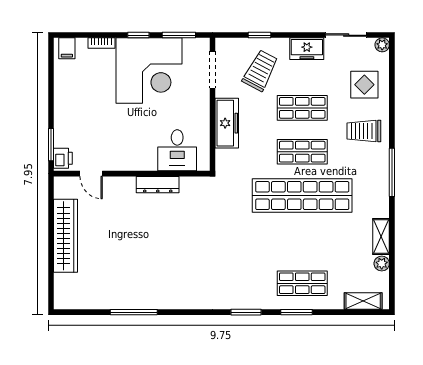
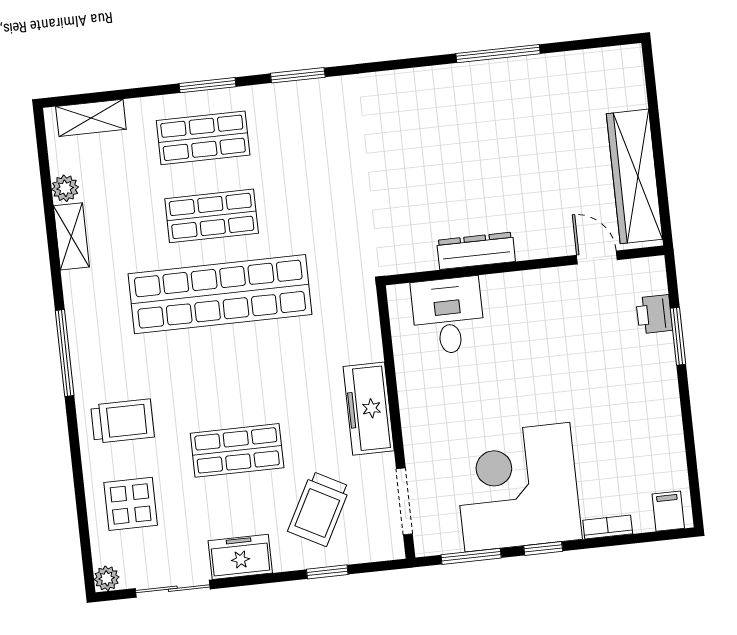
desk: (177, 150) -> (448, 316), moved
shop shelf: (302, 152) -> (212, 216), moved
door: (91, 174) -> (597, 257), moved
wall: (132, 174) -> (525, 265), moved
dresser: (158, 185) -> (476, 251), moved

